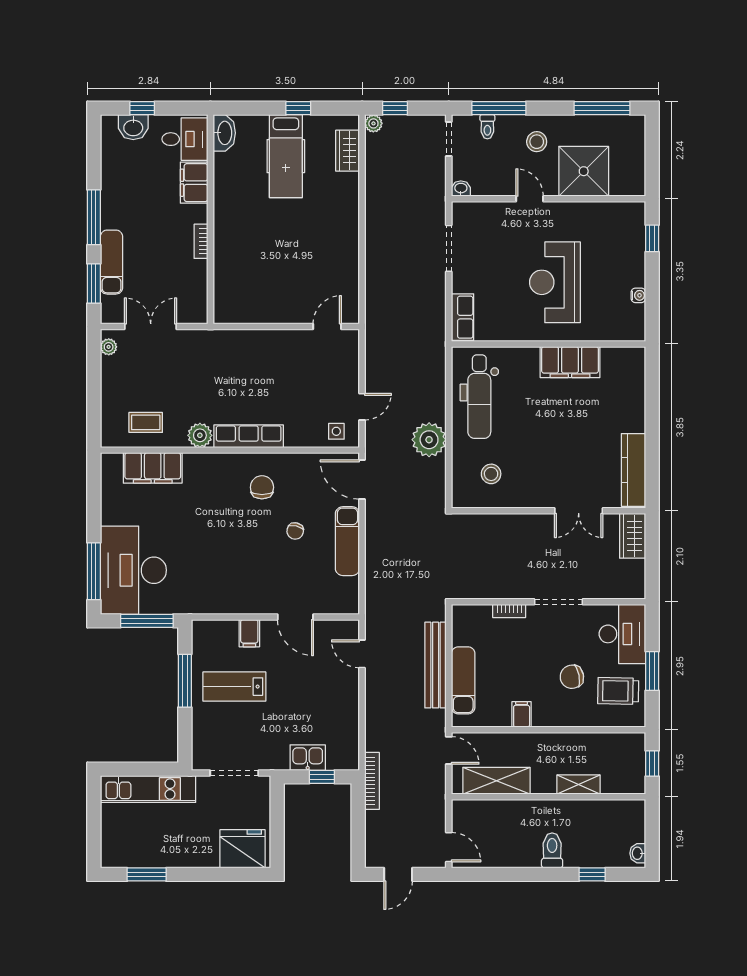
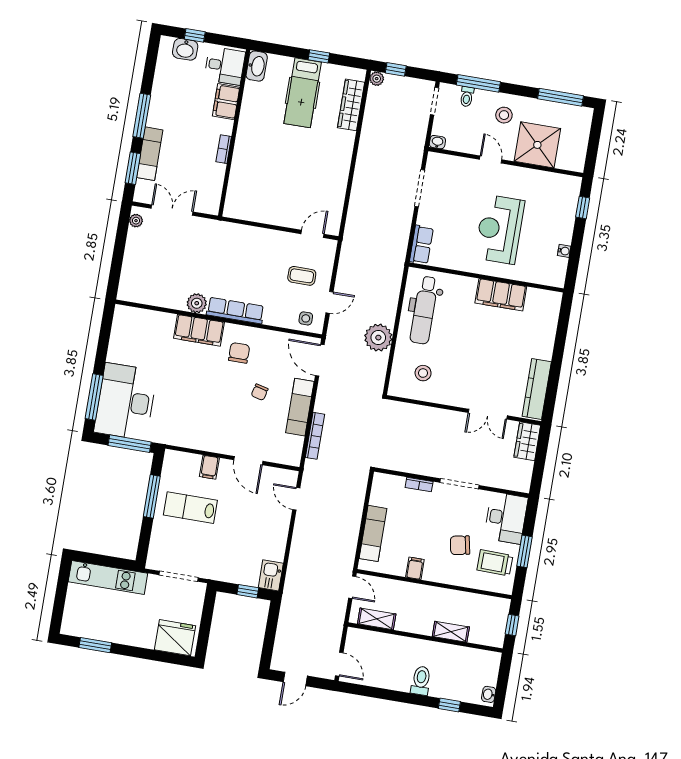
wardrobe: (348, 151) -> (351, 105), width x1.50
coffee table: (146, 422) -> (302, 276), moved
filing cabinet: (153, 468) -> (199, 330), moved
bench: (436, 665) -> (353, 518), removed
kitchen sink: (308, 758) -> (271, 575), moved, turned -90
bookcase: (372, 781) -> (315, 436), moved
shelving: (496, 781) -> (377, 619), width x0.67, depth x0.75

